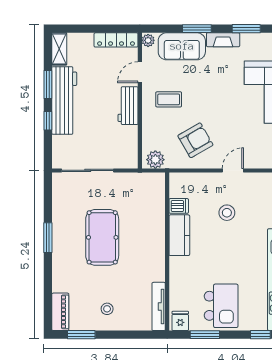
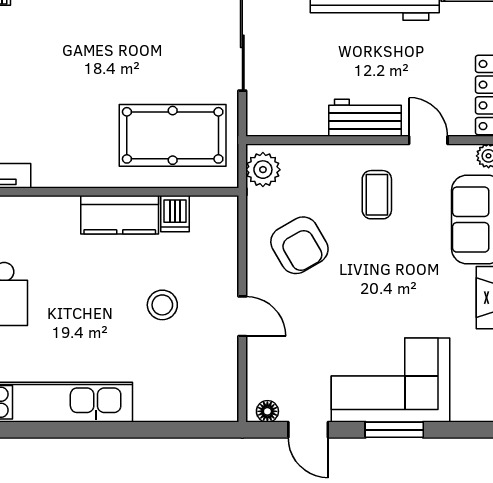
pool table: (102, 237) -> (173, 135), moved

